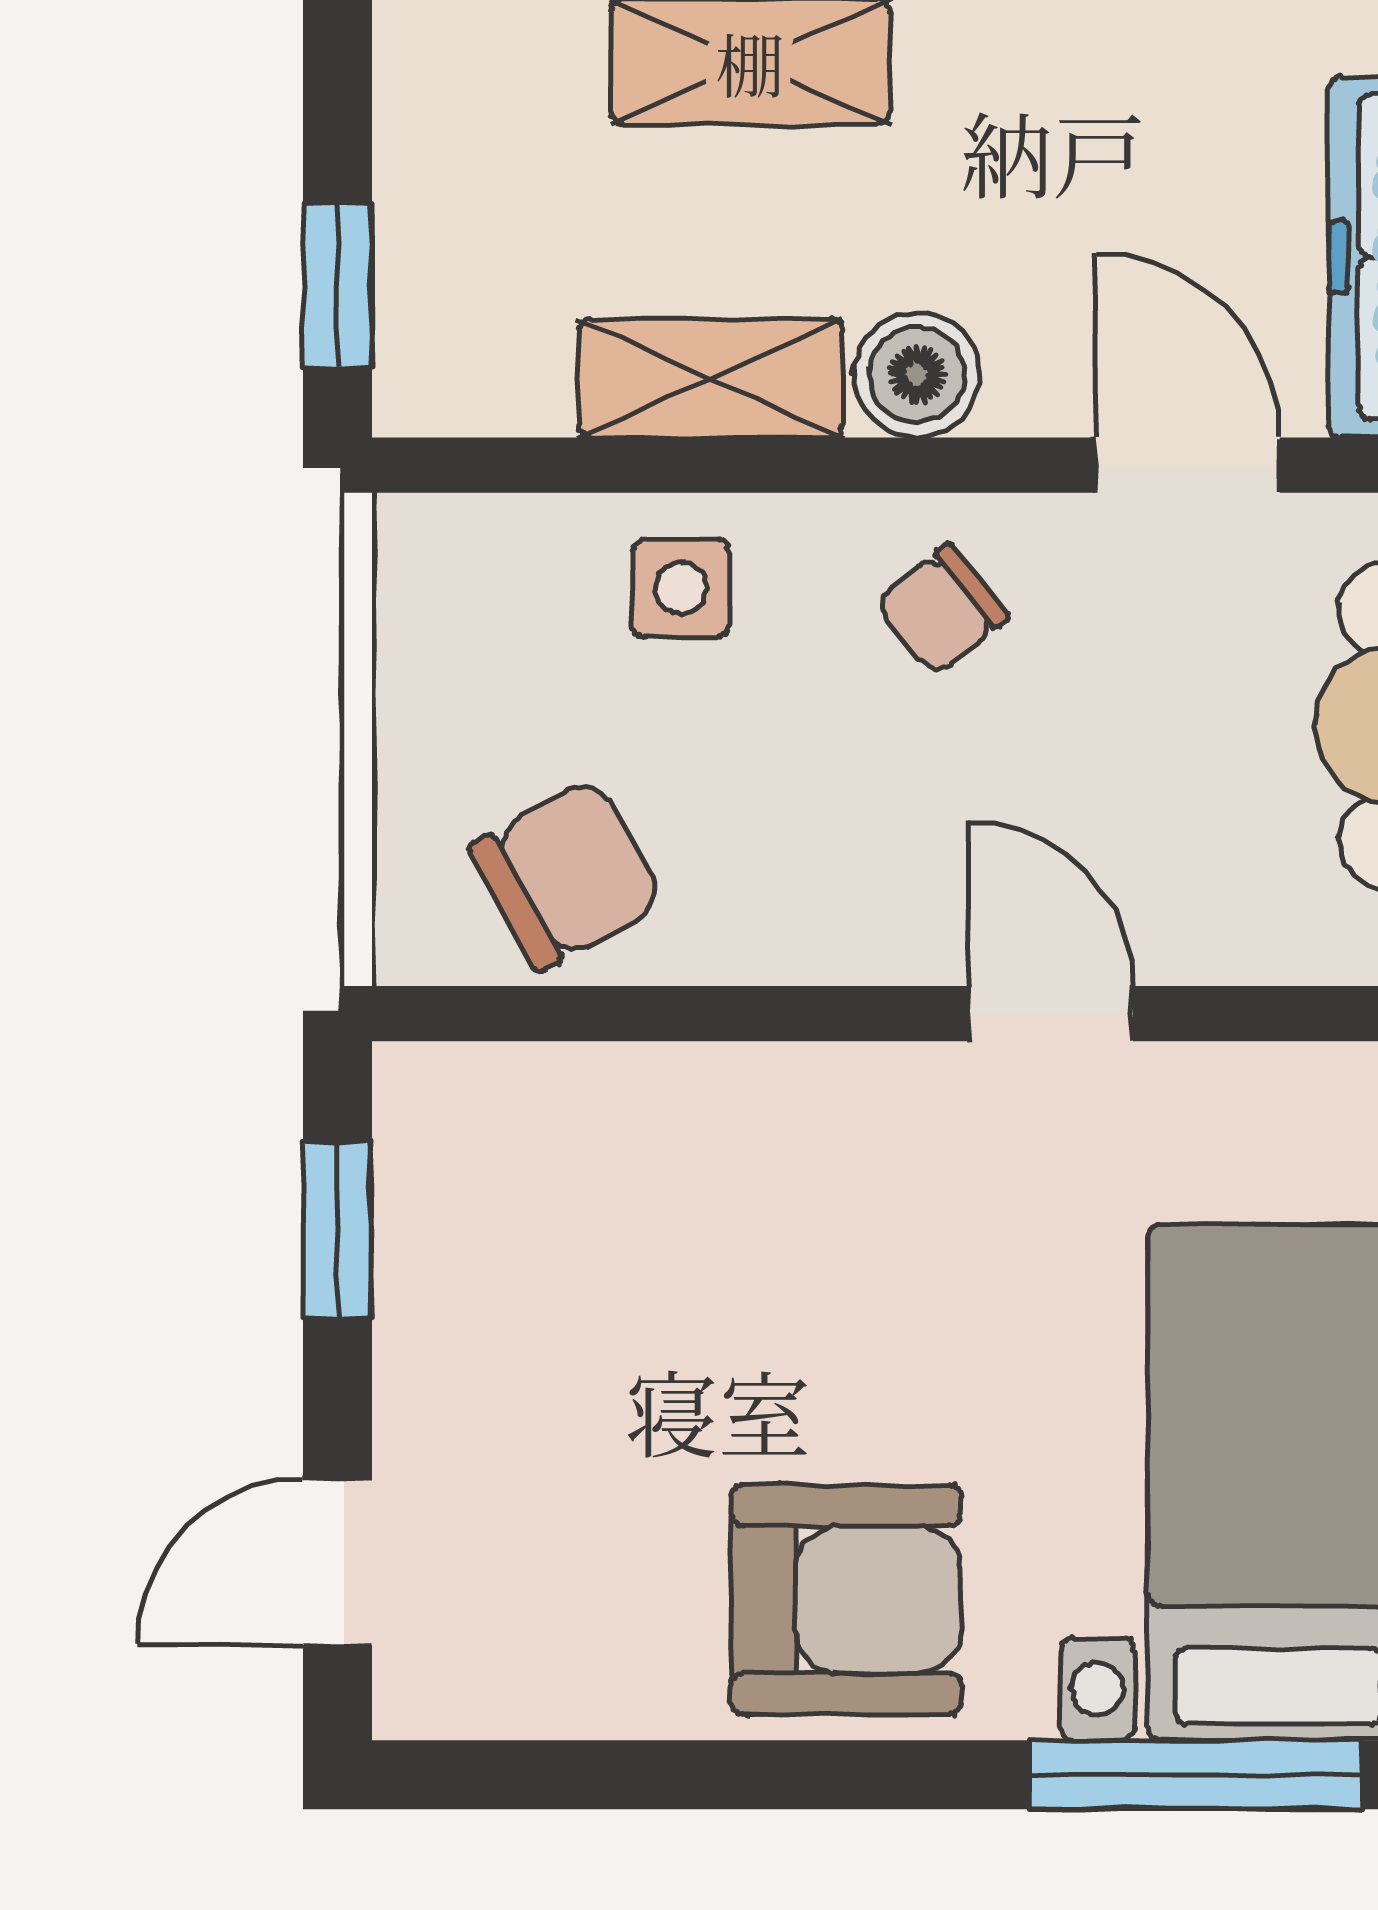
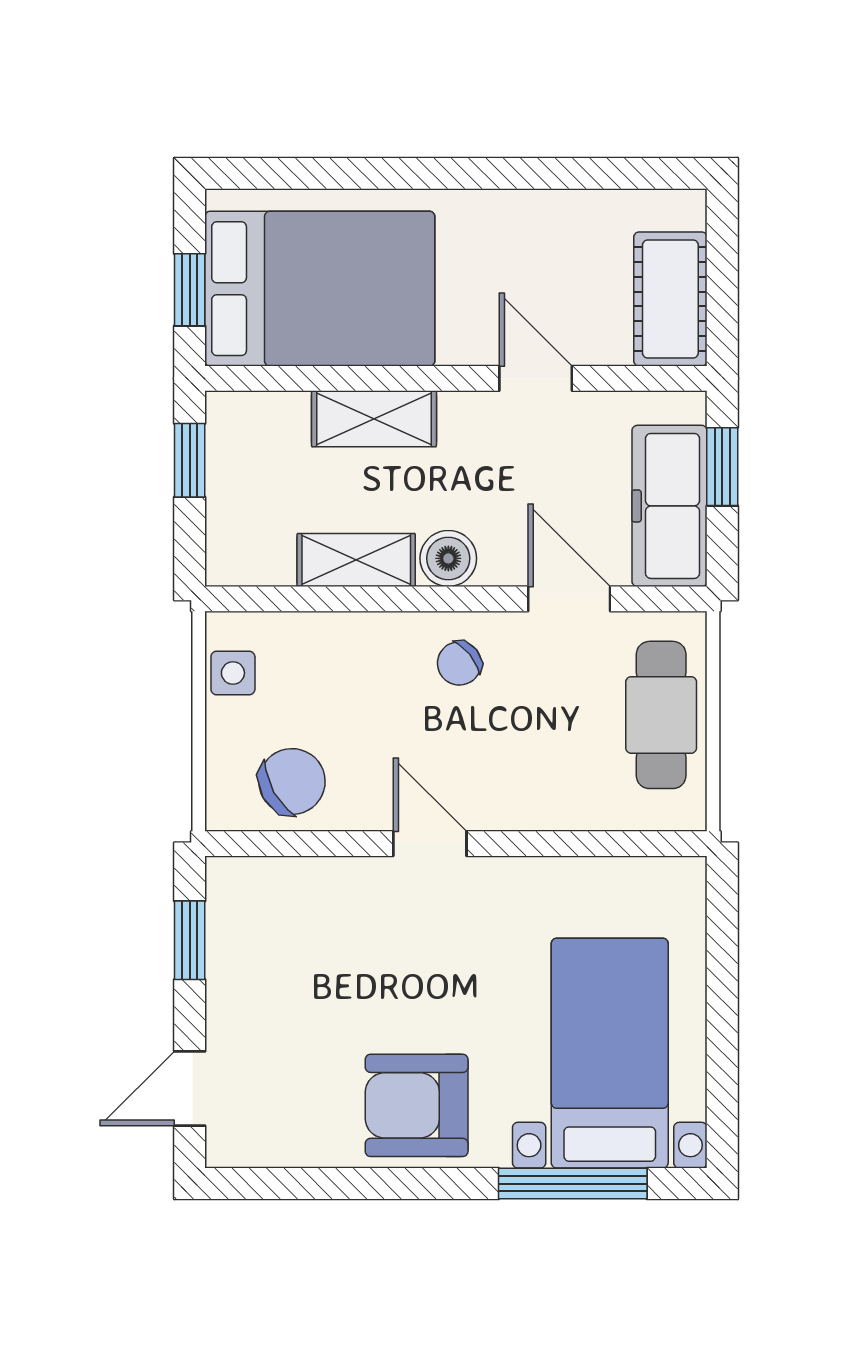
window: (338, 286) -> (190, 460), moved
side table: (681, 588) -> (233, 673), moved
door: (1051, 1014) -> (430, 844), moved
armchair: (846, 1600) -> (417, 1105), turned 180

